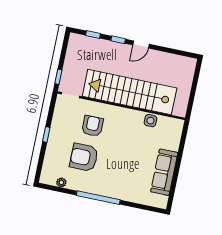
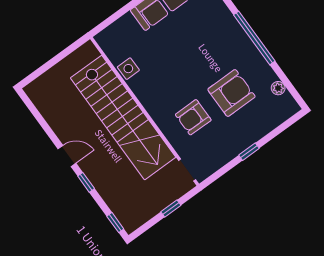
window: (93, 35) -> (115, 223), moved
window: (58, 77) -> (171, 208), moved
armchair: (84, 157) -> (231, 93), turned -90

